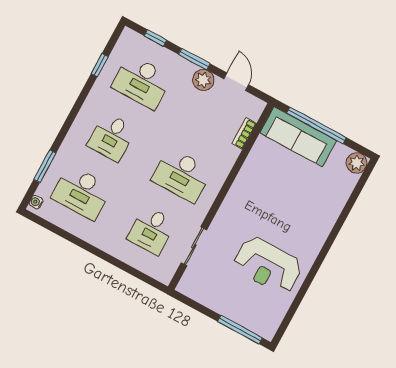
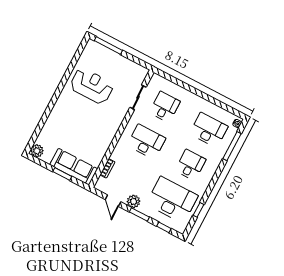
desk: (142, 82) -> (172, 200), width x1.36, depth x1.30
window: (317, 125) -> (62, 174), width x0.47
window: (45, 166) -> (232, 146), width x1.44

